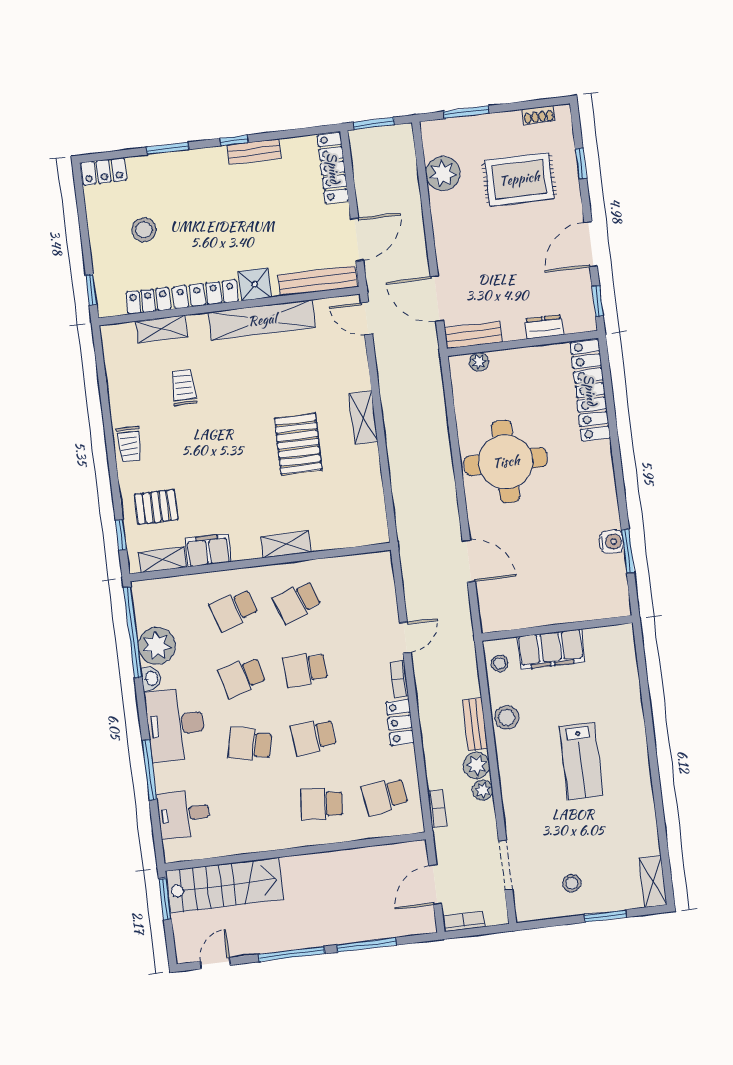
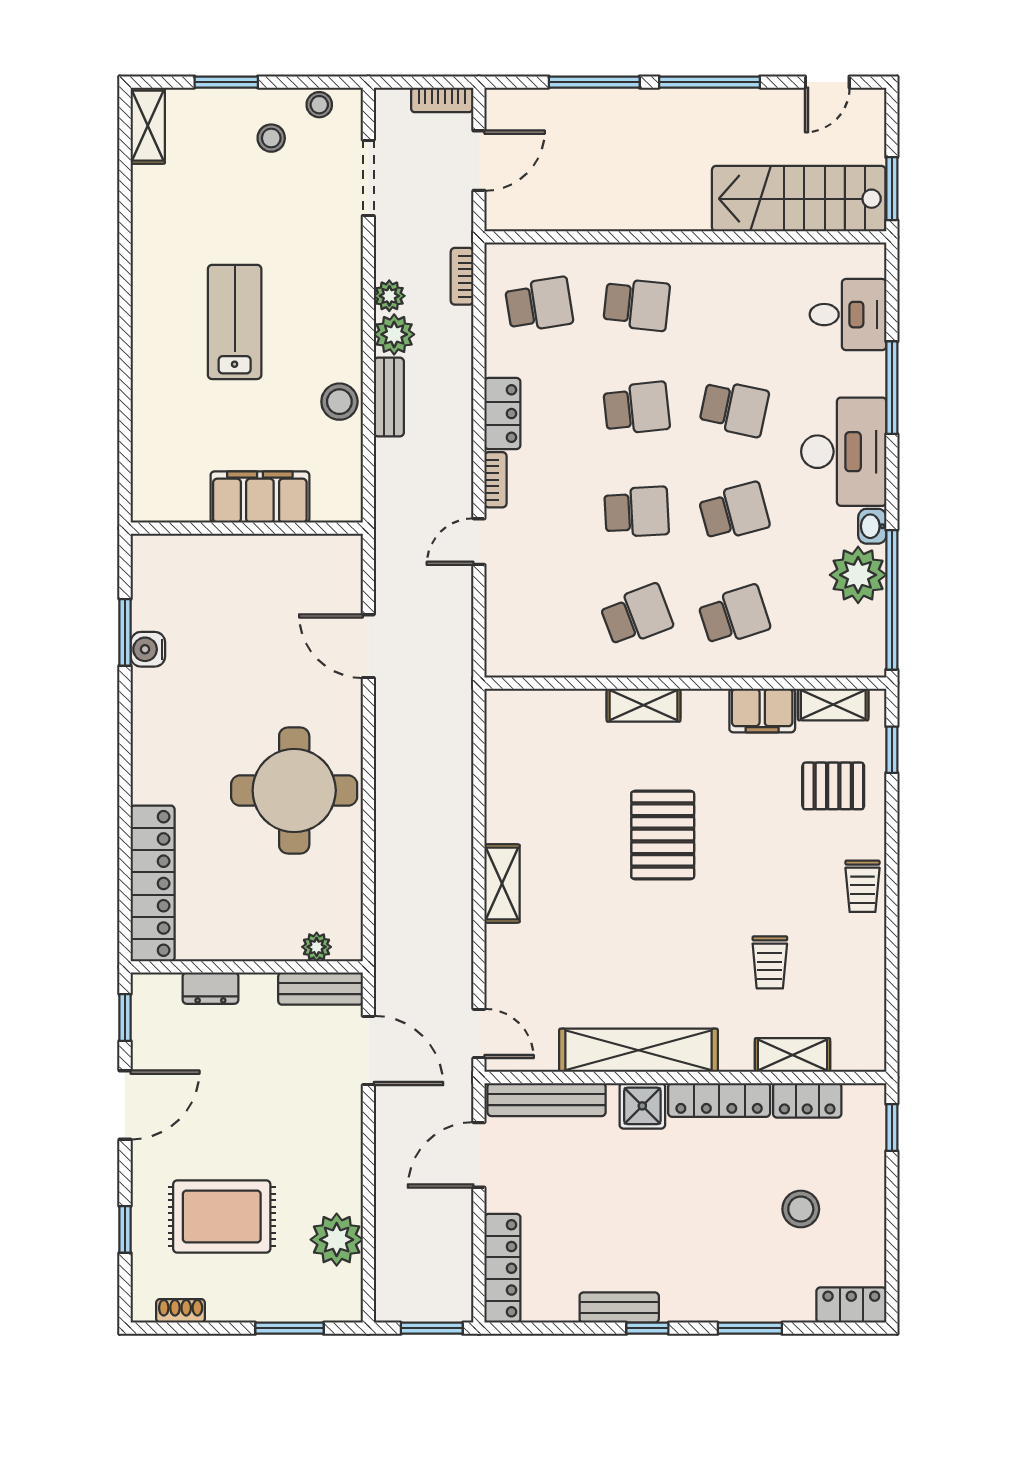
trolley: (129, 444) -> (862, 886), turned 180
pallet: (298, 444) -> (663, 835), moved
stool: (500, 663) -> (319, 105), moved

